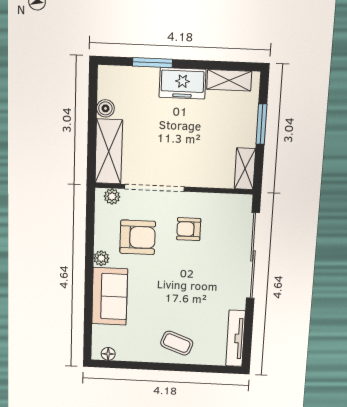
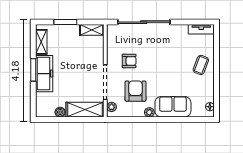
window: (152, 63) -> (33, 70), moved
freezer: (182, 83) -> (44, 74), width x1.40
armchair: (189, 229) -> (129, 61), turned -90
tv unit: (236, 338) -> (201, 29), width x0.71

